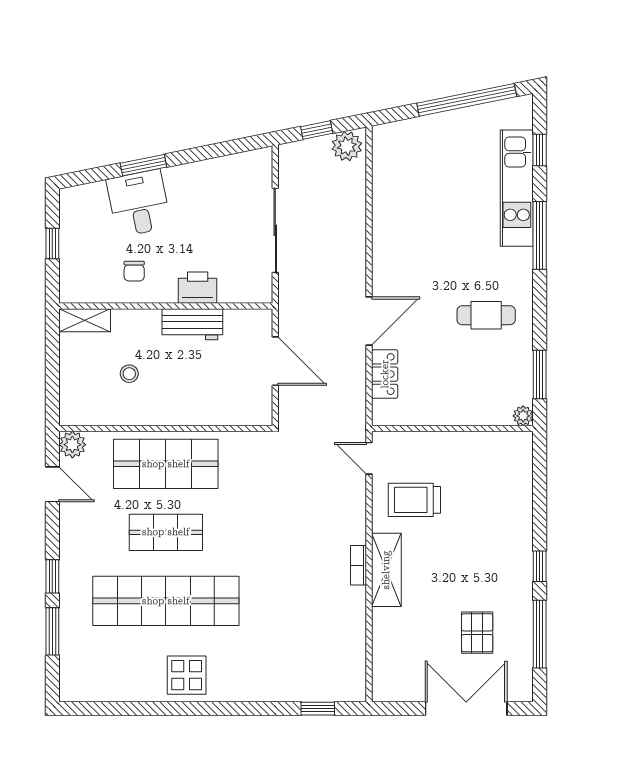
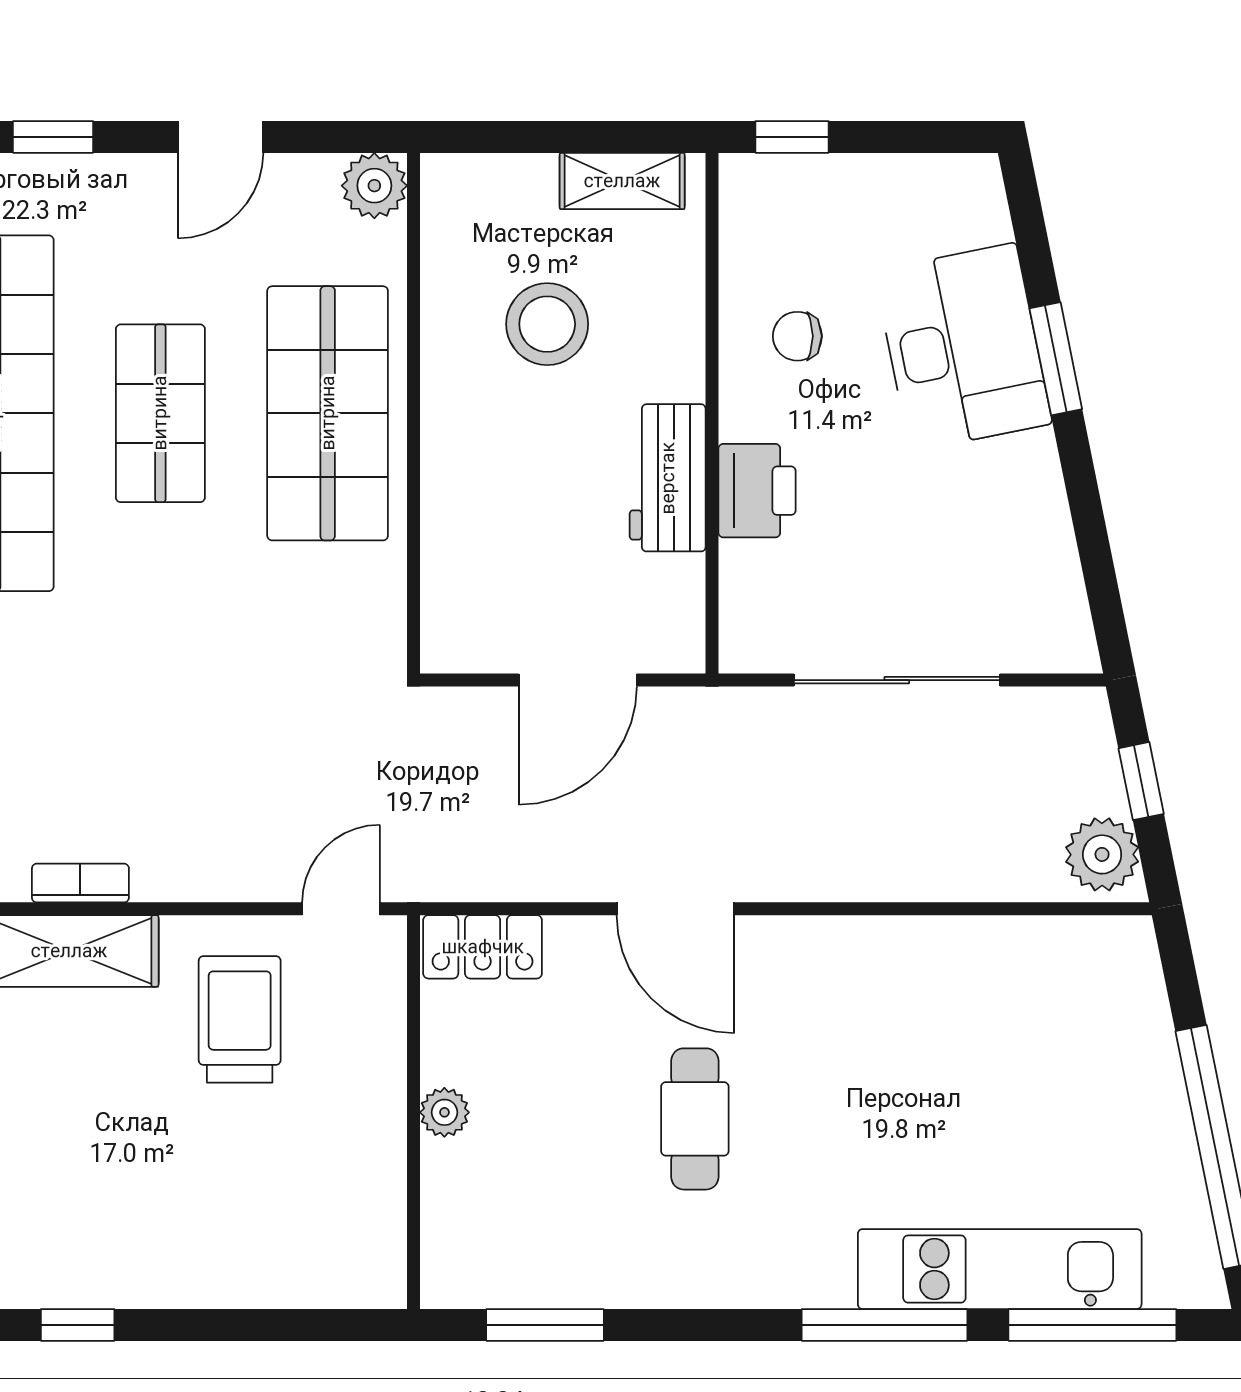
window: (540, 150) -> (1092, 1325), width x2.17
desk: (139, 203) -> (963, 347), width x1.37
window: (52, 244) -> (792, 137), moved
cafe table: (486, 315) -> (695, 1119), moved
shelving: (85, 320) -> (622, 181), moved, turned 90
stool: (129, 374) -> (547, 324), width x1.89, depth x1.89
locker: (385, 374) -> (483, 947), moved
plant: (523, 416) -> (444, 1112), moved
door: (52, 484) -> (220, 137), moved

